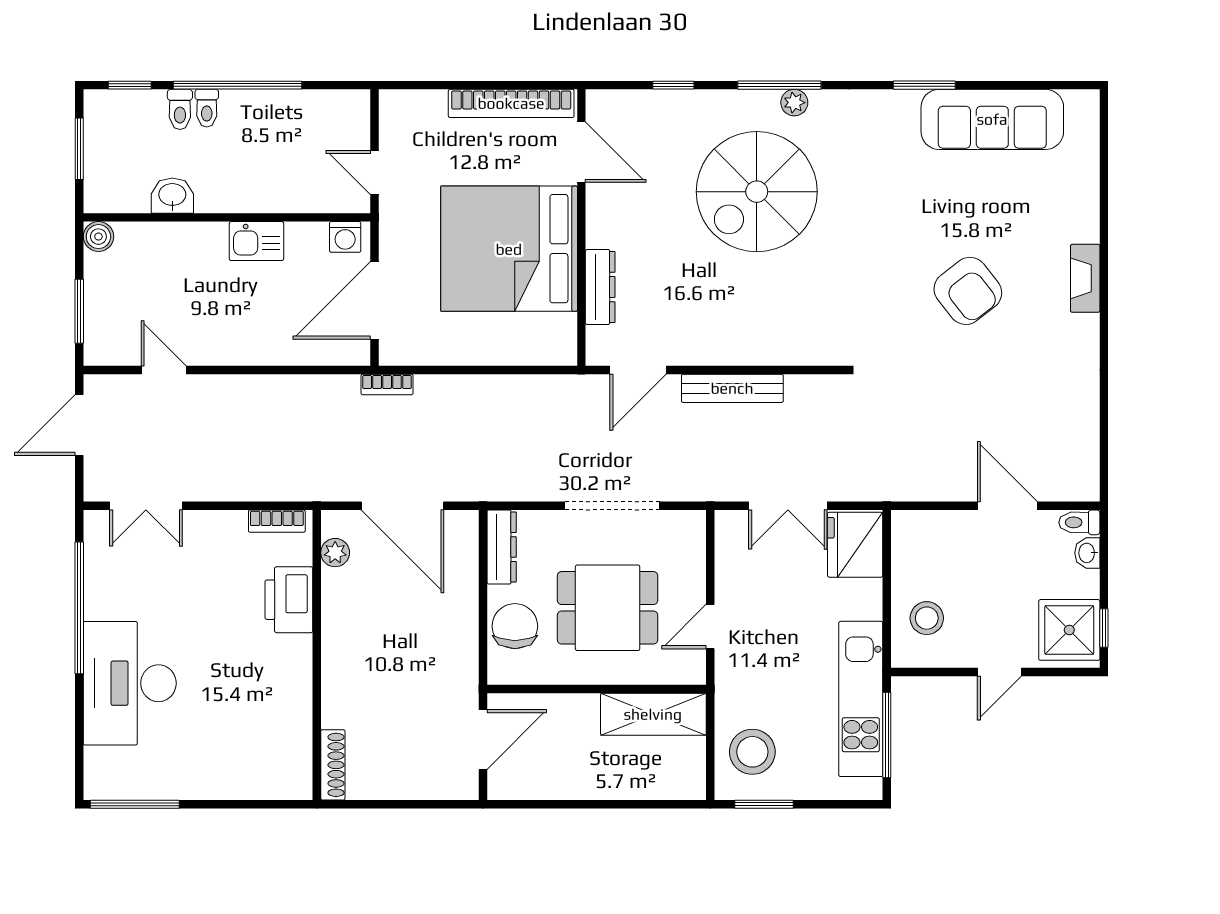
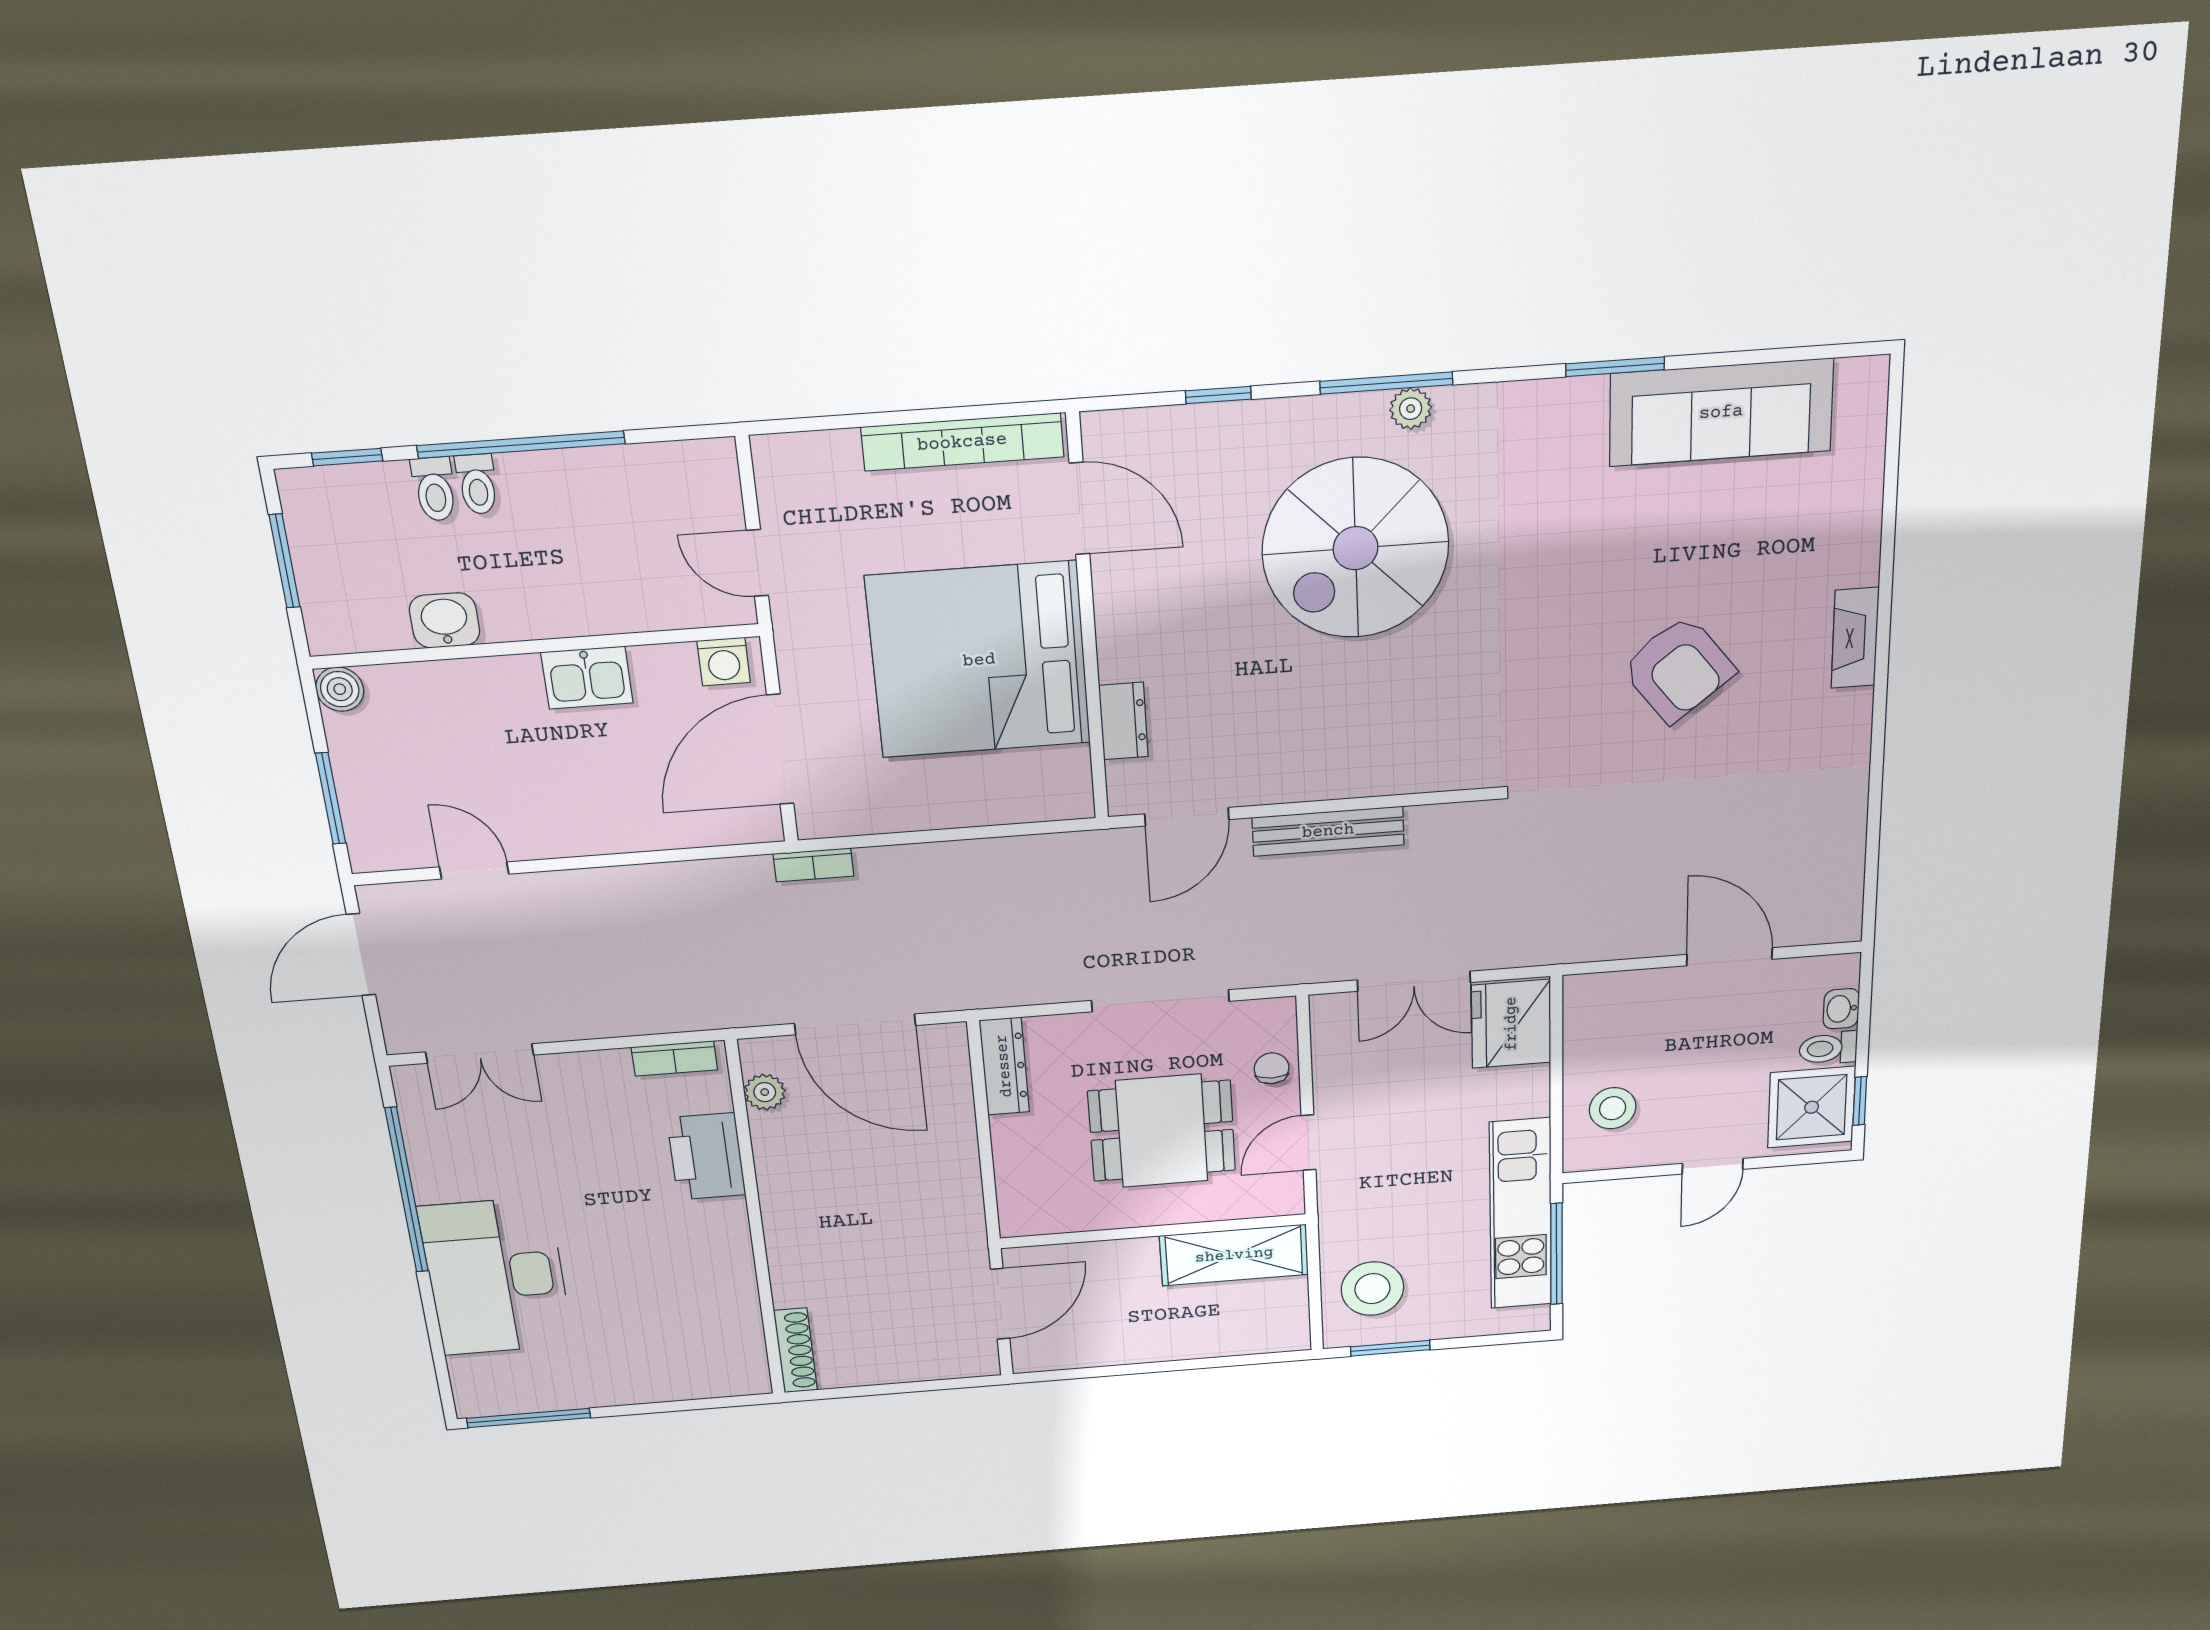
dresser: (600, 287) -> (1124, 721), width x0.70
toilet: (1079, 522) -> (1828, 1048), moved
chair: (515, 626) -> (1272, 1068), moved, width x0.54, depth x0.54

